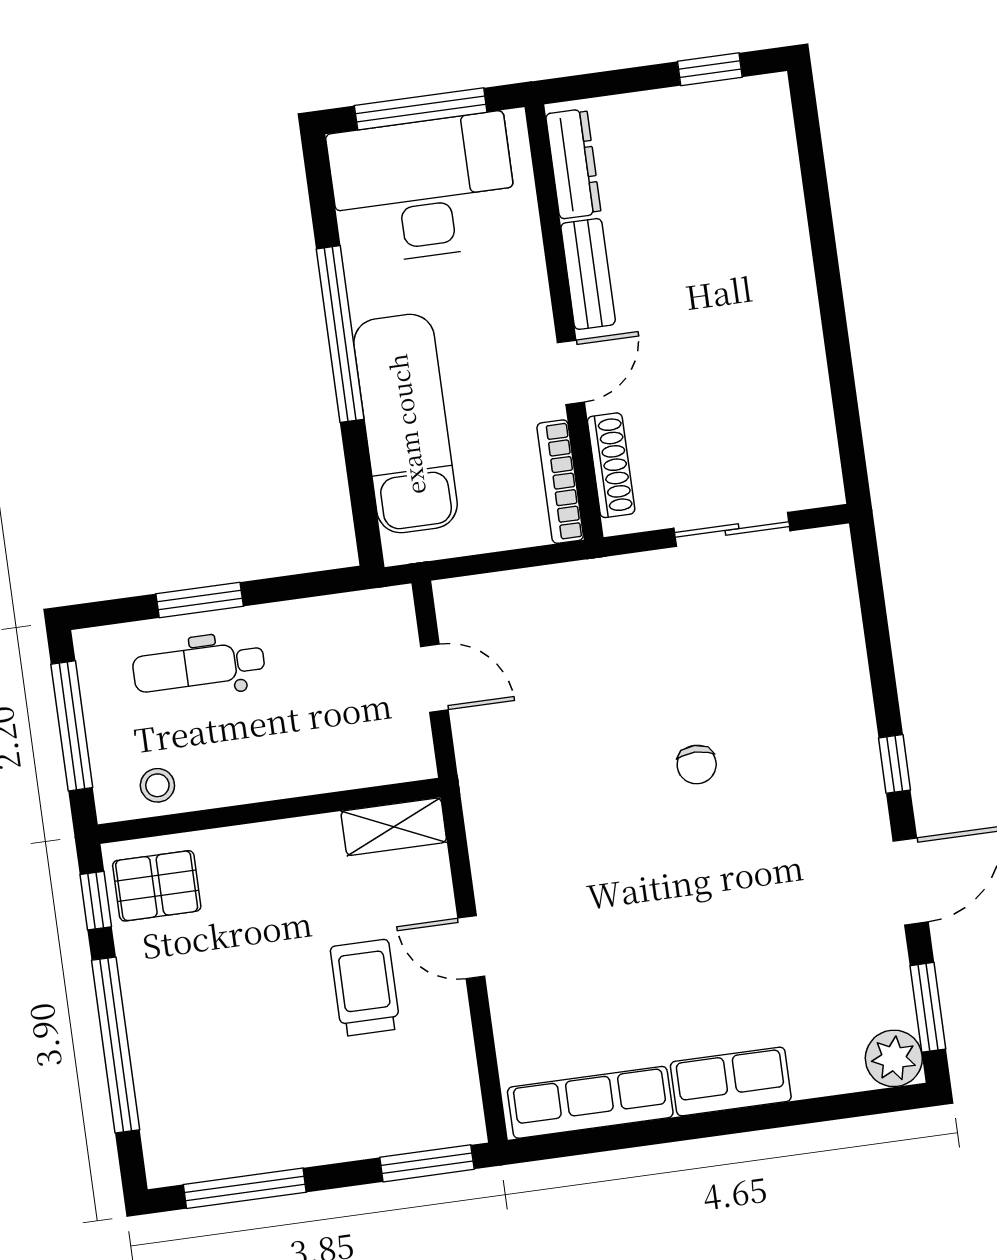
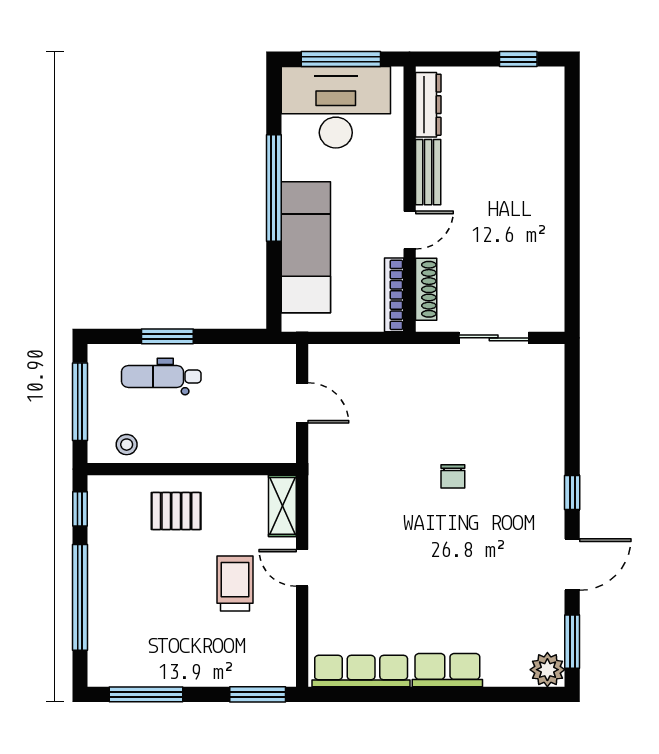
shelving: (394, 827) -> (282, 506), moved, turned 90
pallet: (157, 886) -> (176, 511), moved

